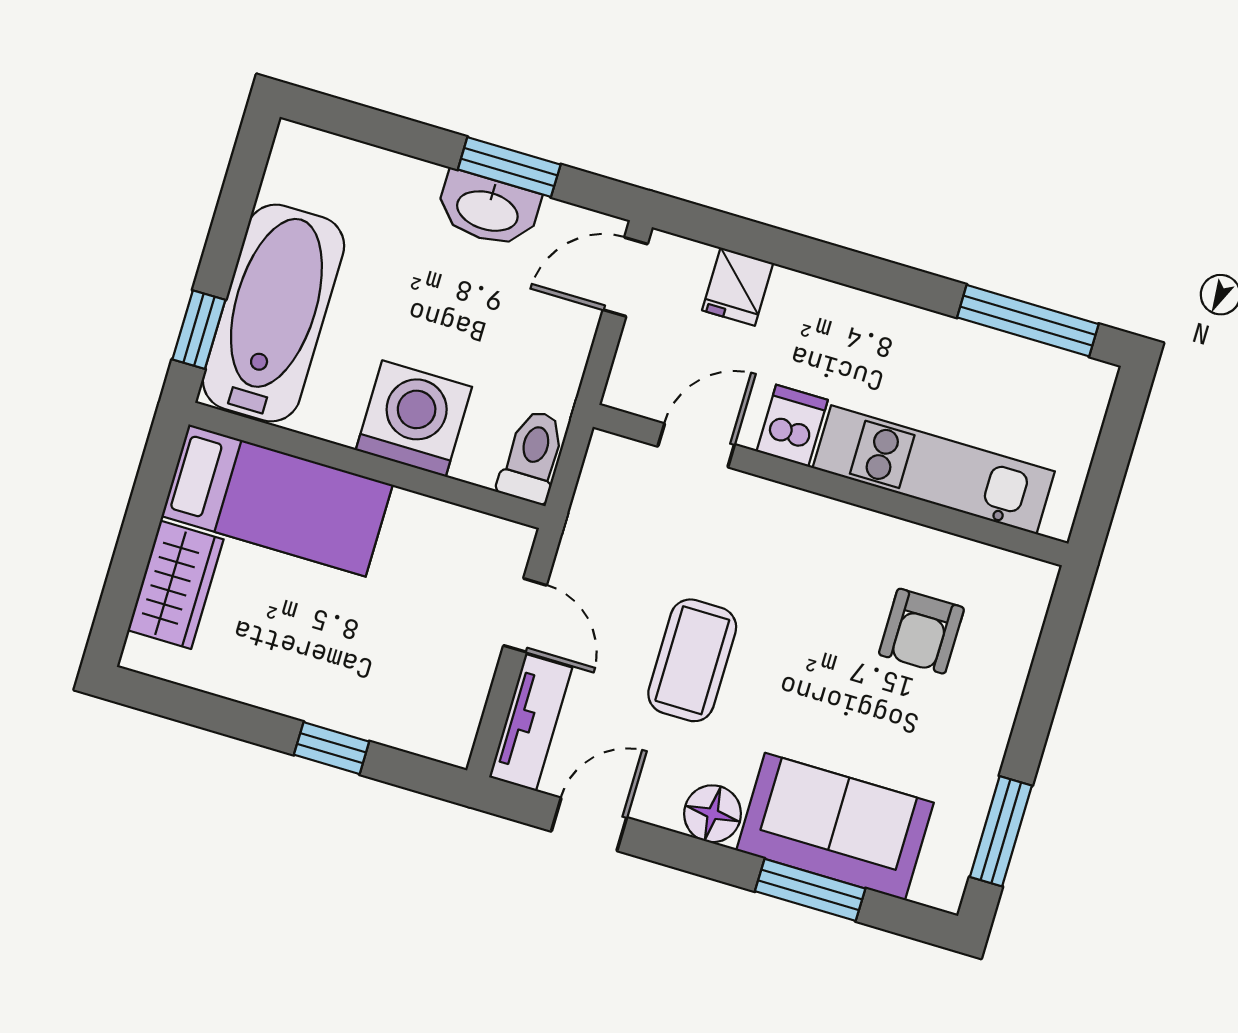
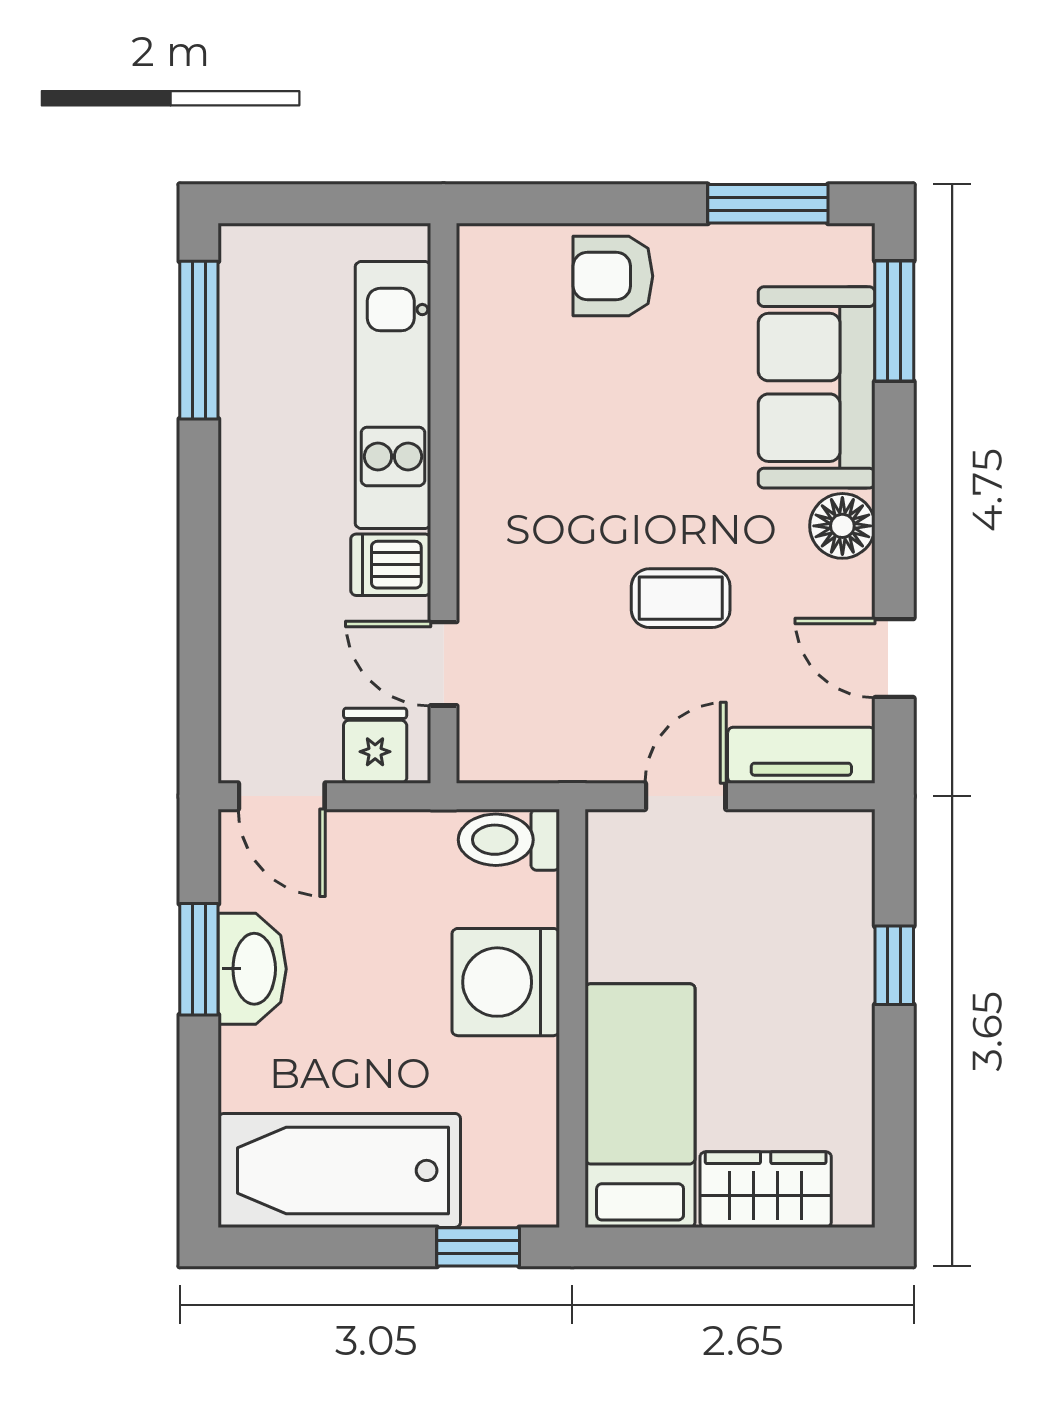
fridge: (738, 287) -> (375, 746), moved, turned -90
bathtub: (273, 313) -> (339, 1170), moved
armchair: (921, 631) -> (613, 276), moved, turned 180
coffee table: (692, 660) -> (681, 598), width x0.73, depth x0.77
window: (810, 890) -> (894, 321), moved

